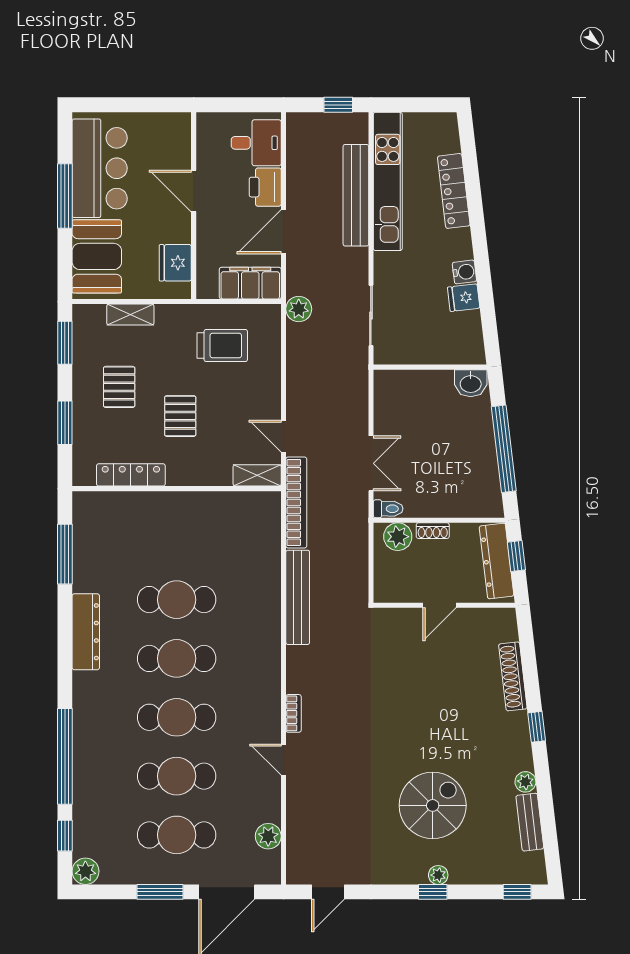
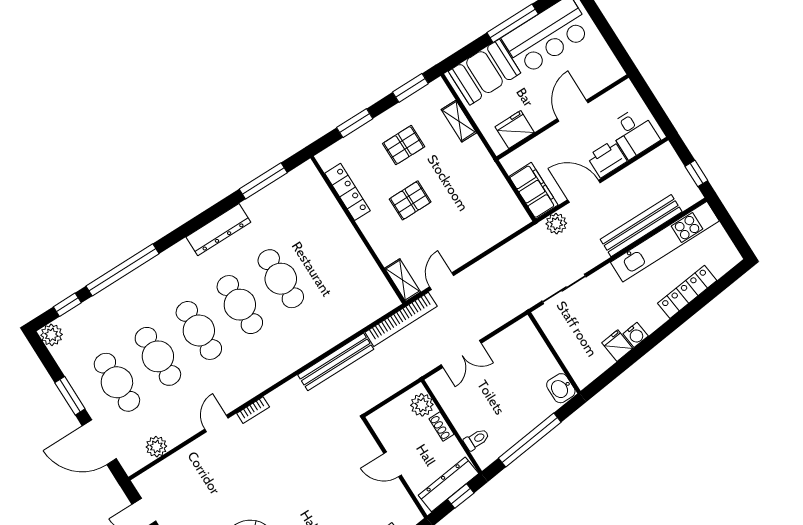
plant: (299, 309) -> (556, 224), moved
trolley: (222, 346) -> (478, 199), removed
toilet: (388, 509) -> (476, 439), moved, turned -90

